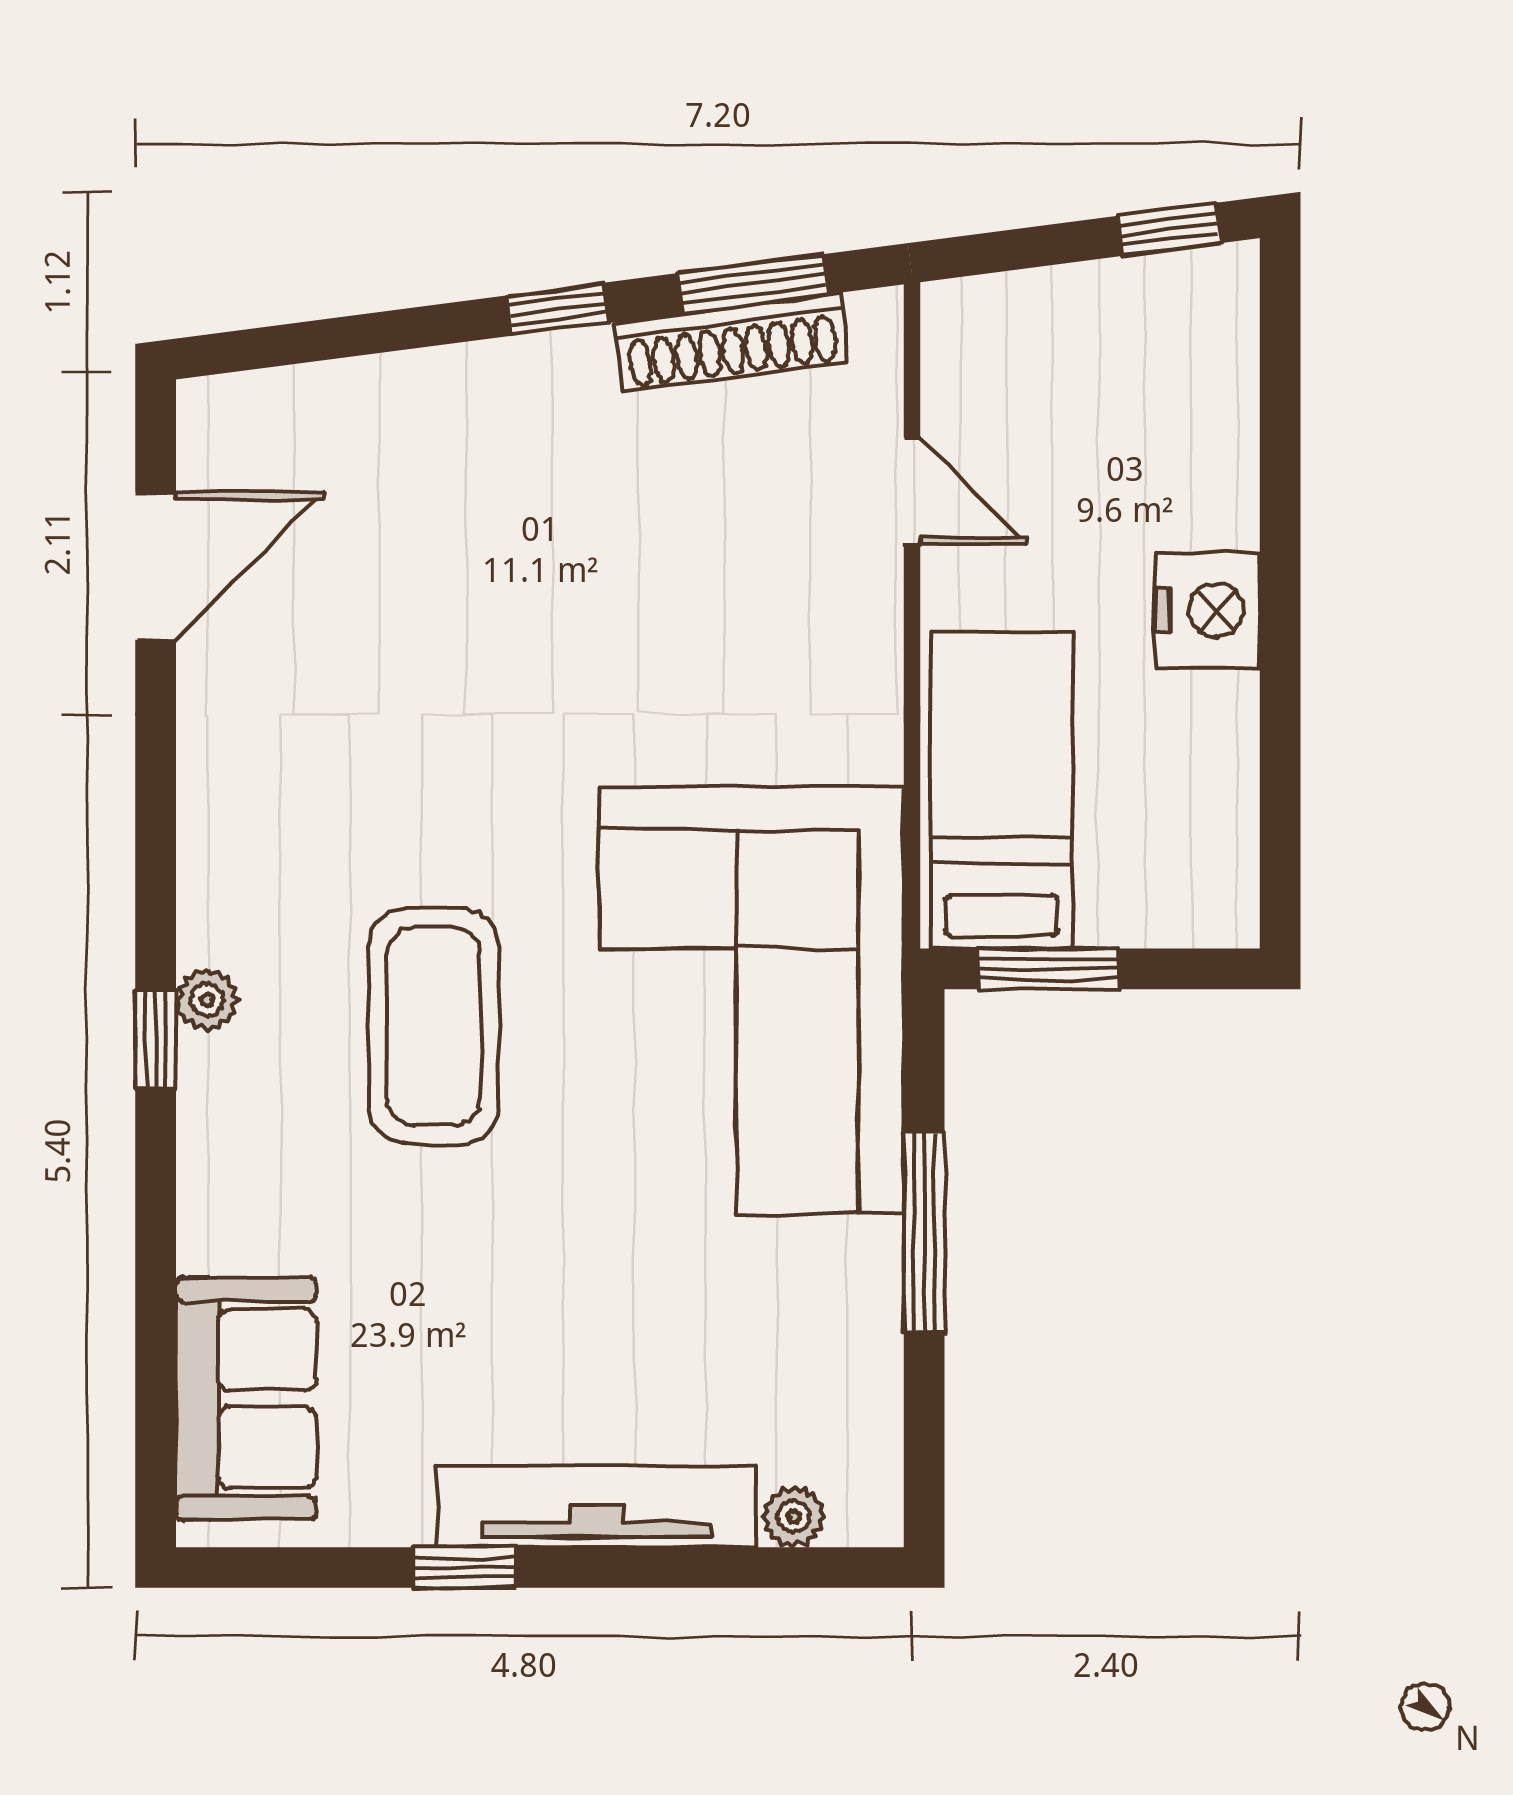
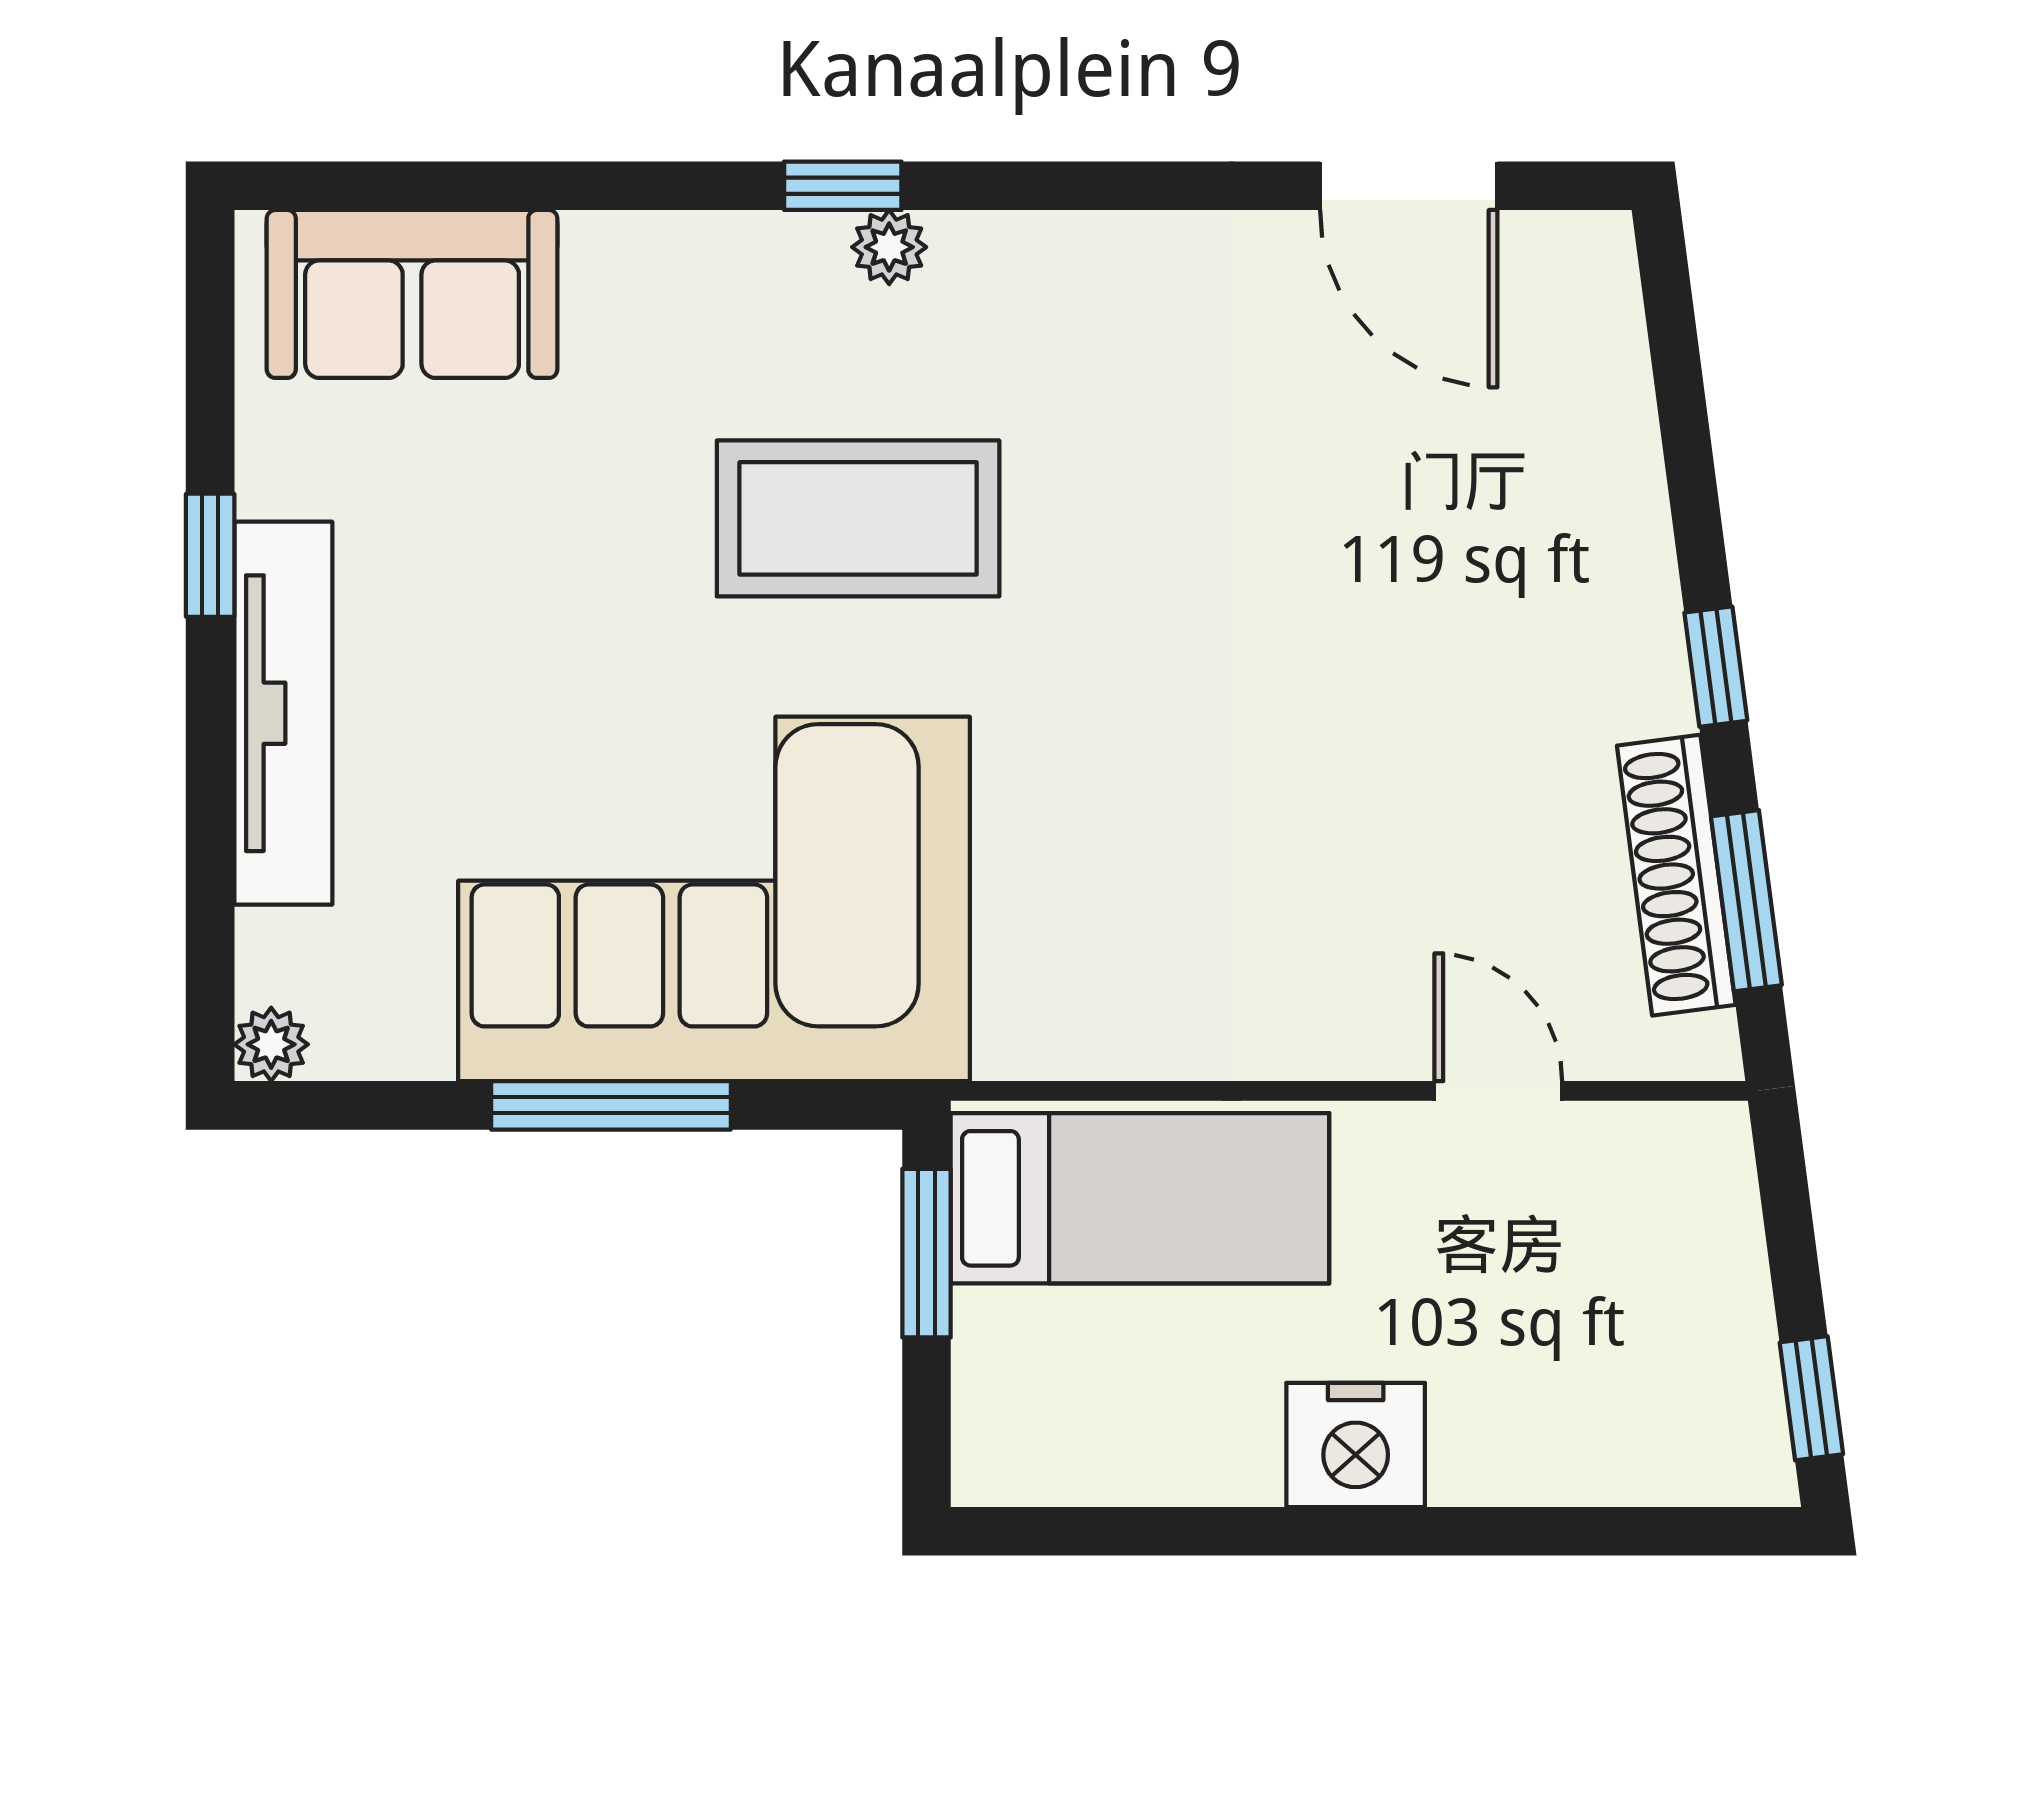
door: (912, 491) -> (1498, 1091), swing flipped
corner sofa: (752, 1000) -> (714, 899), moved
plant: (794, 1517) -> (271, 1044), moved

